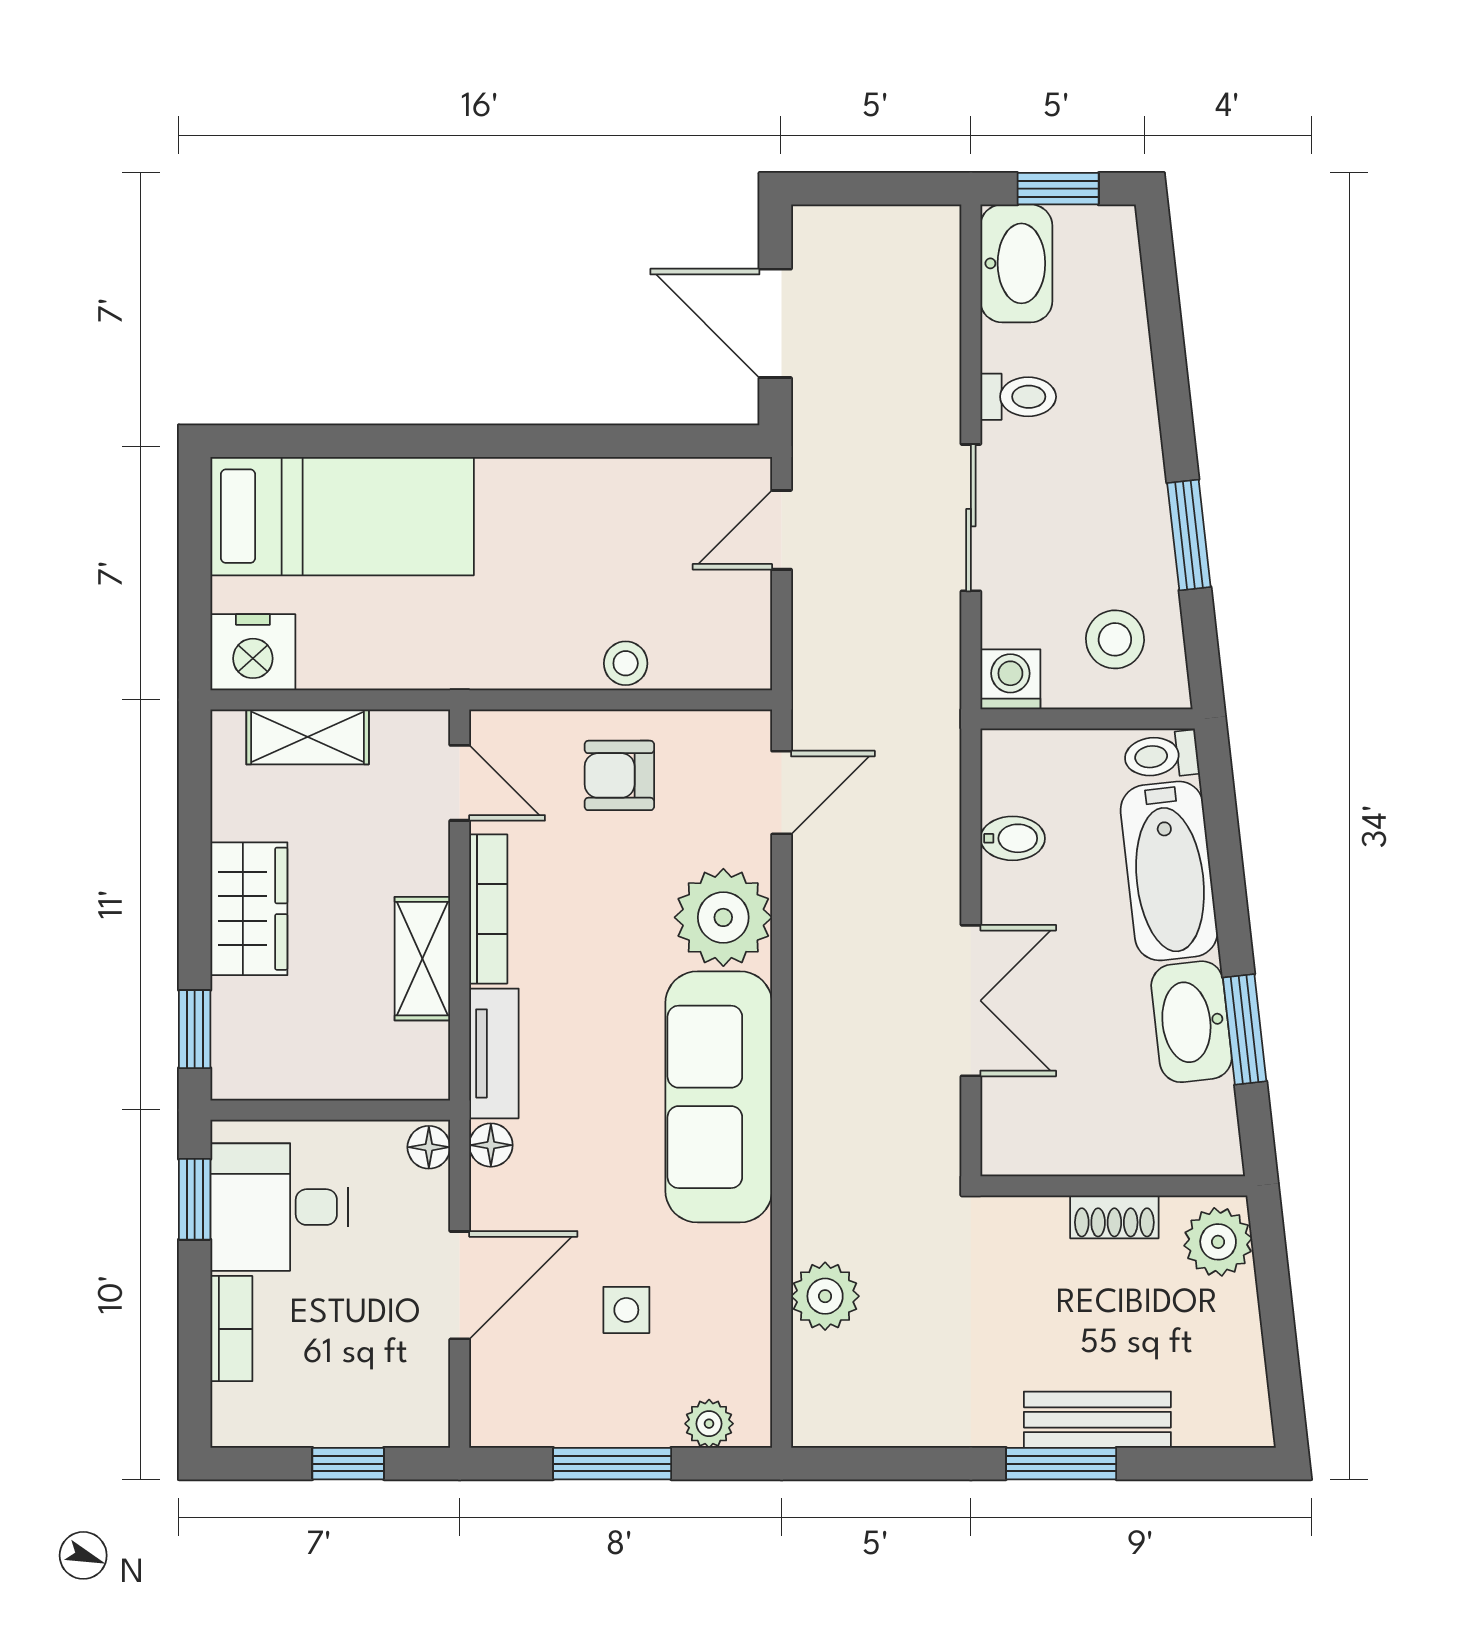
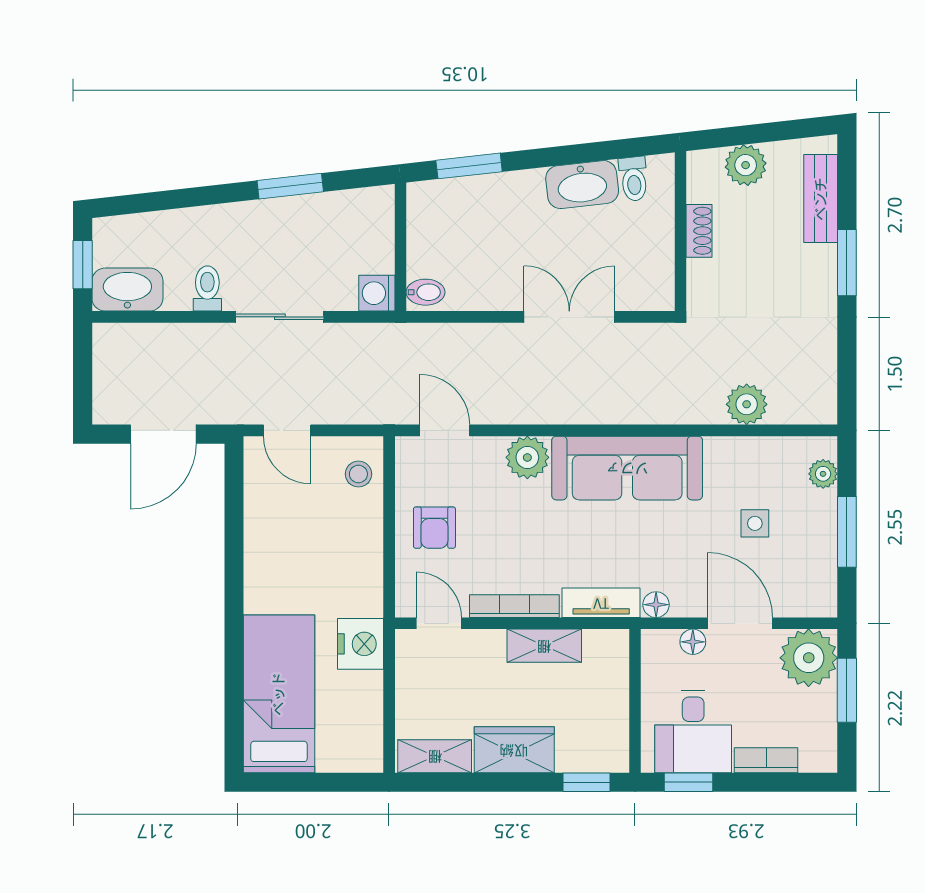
stool: (1115, 639) -> (353, 230), removed
nightstand: (253, 652) -> (361, 644), moved
stool: (626, 663) -> (358, 474), moved
shelving: (308, 737) -> (435, 756), moved, turned 90
toilet: (1161, 756) -> (634, 179), moved
door: (460, 783) -> (439, 623), hinge flipped
bidet: (1013, 838) -> (426, 292), moved, turned 90
bathtub: (1169, 871) -> (492, 198), removed
plant: (723, 917) -> (527, 457), width x0.73, depth x0.73
window: (1245, 1029) -> (469, 166), moved
floor lamp: (429, 1147) -> (693, 642), moved
plant: (1218, 1242) -> (746, 165), moved
plant: (402, 1400) -> (809, 658), added
bench: (1097, 1420) -> (821, 199), moved
window: (348, 1464) -> (847, 690), width x1.50

